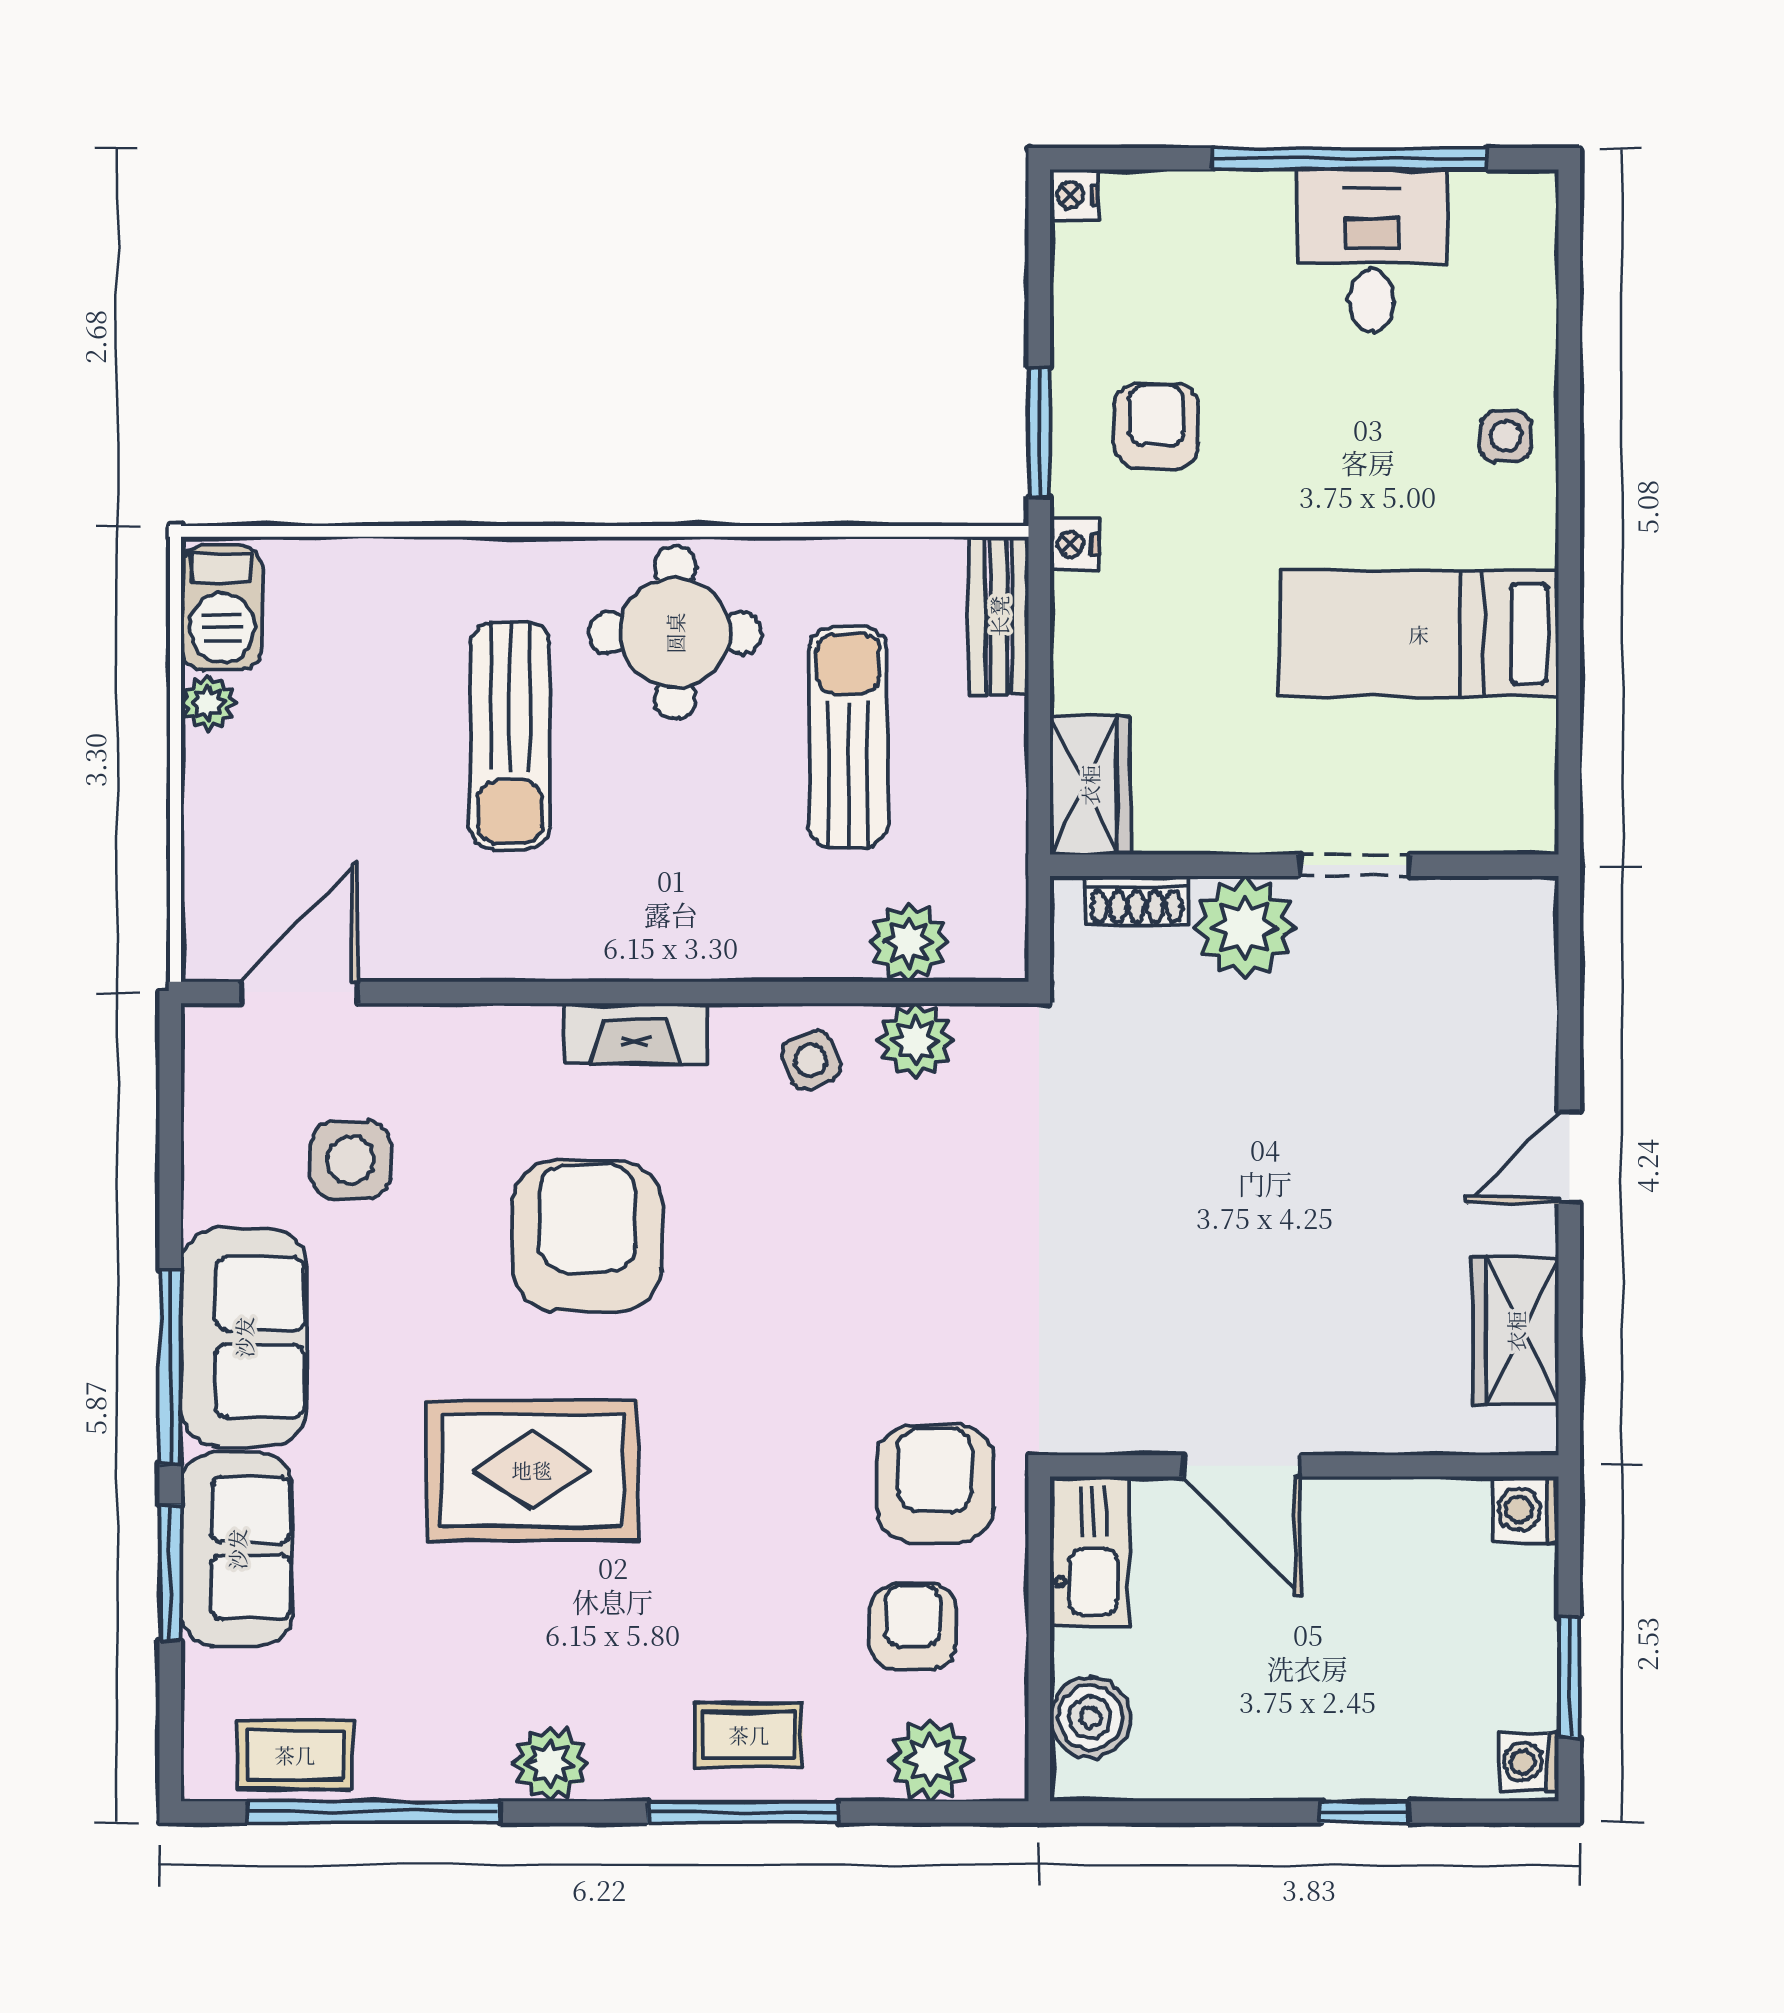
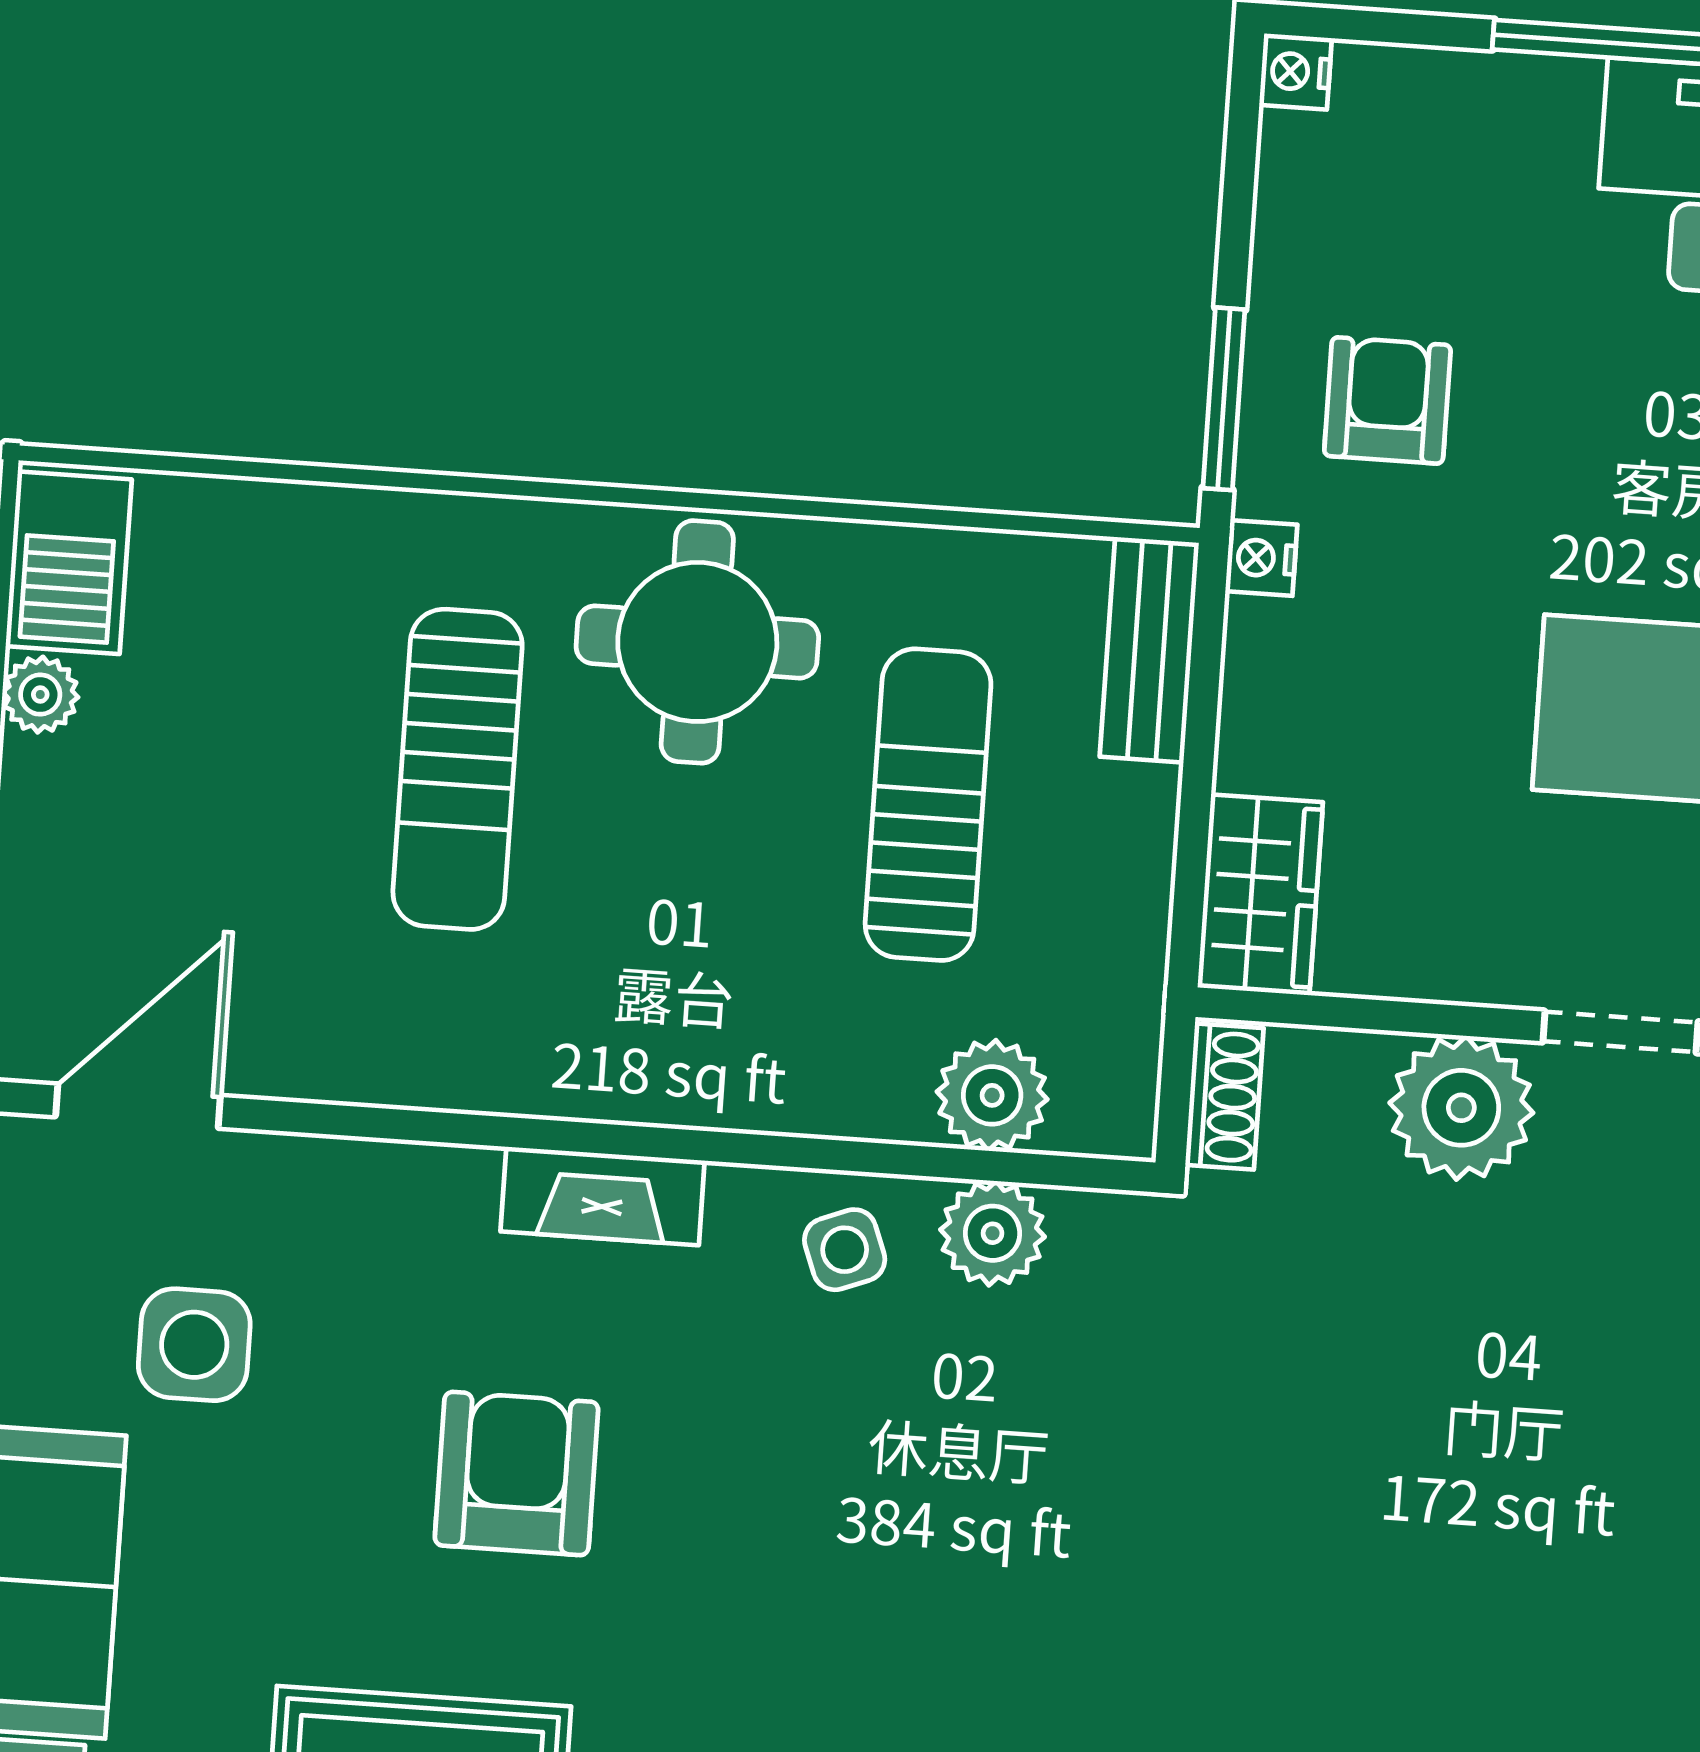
shoe rack: (1136, 901) -> (1224, 1096), moved, turned -90
armchair: (587, 1236) -> (517, 1474), width x0.73, depth x0.73

